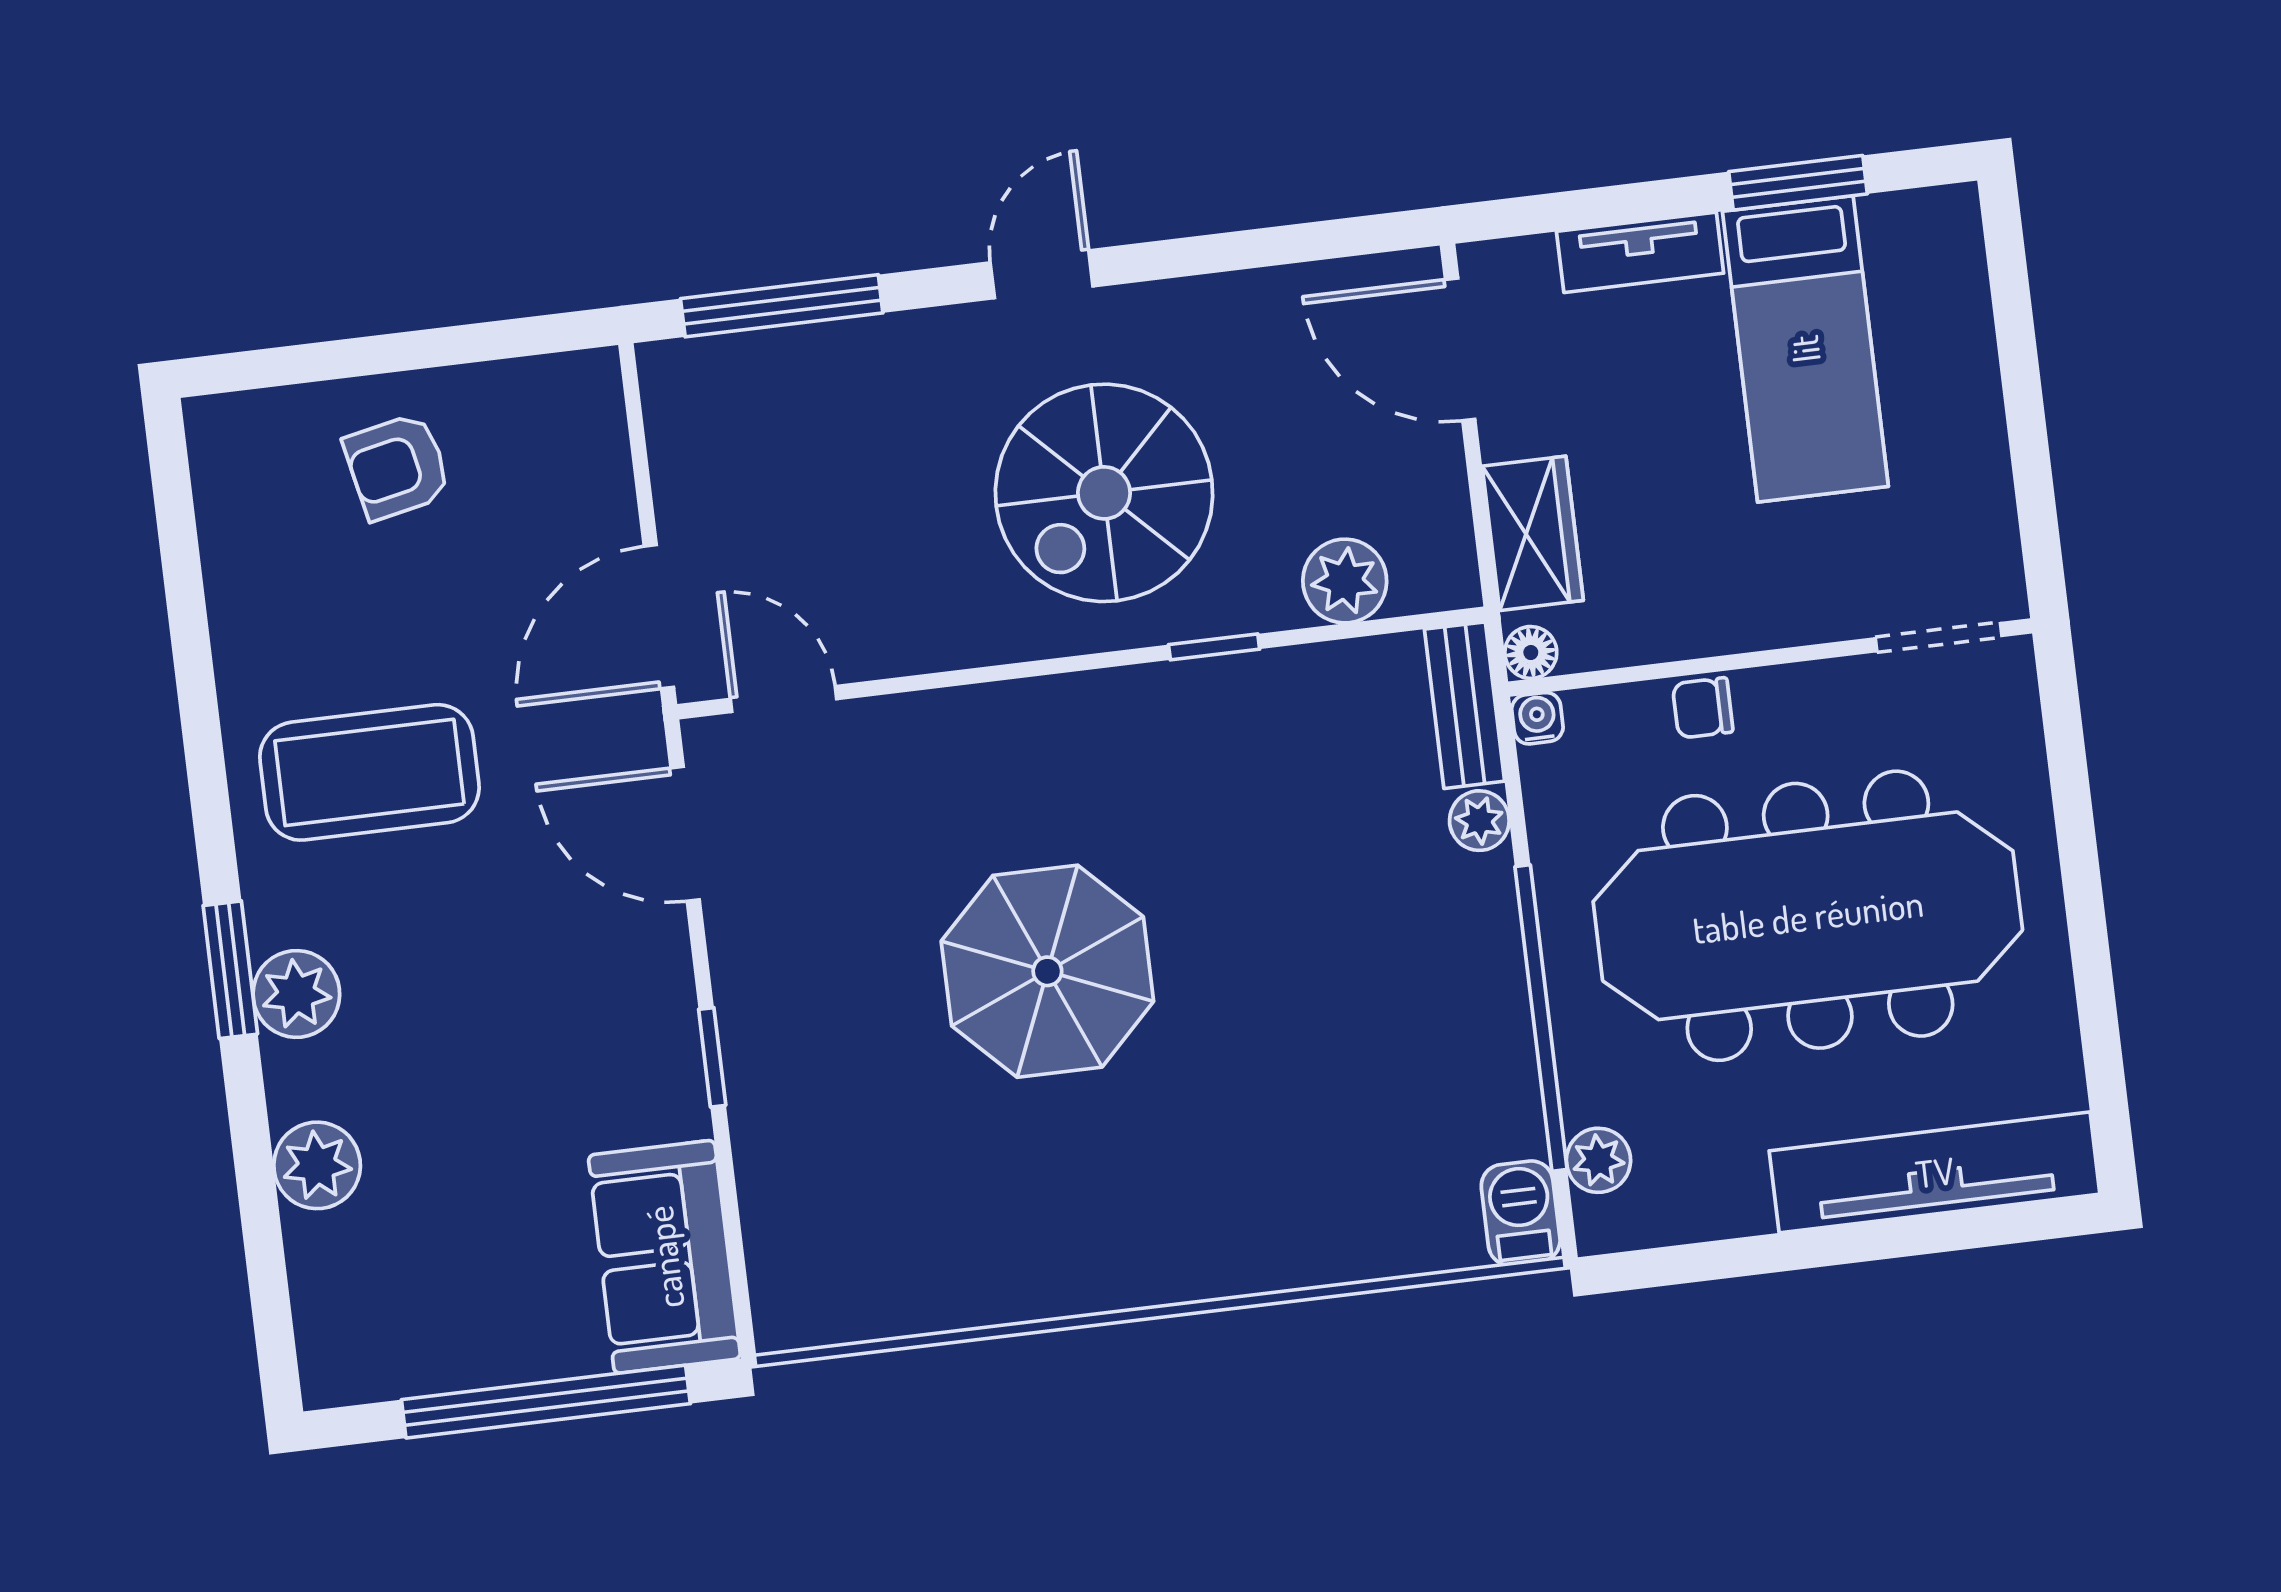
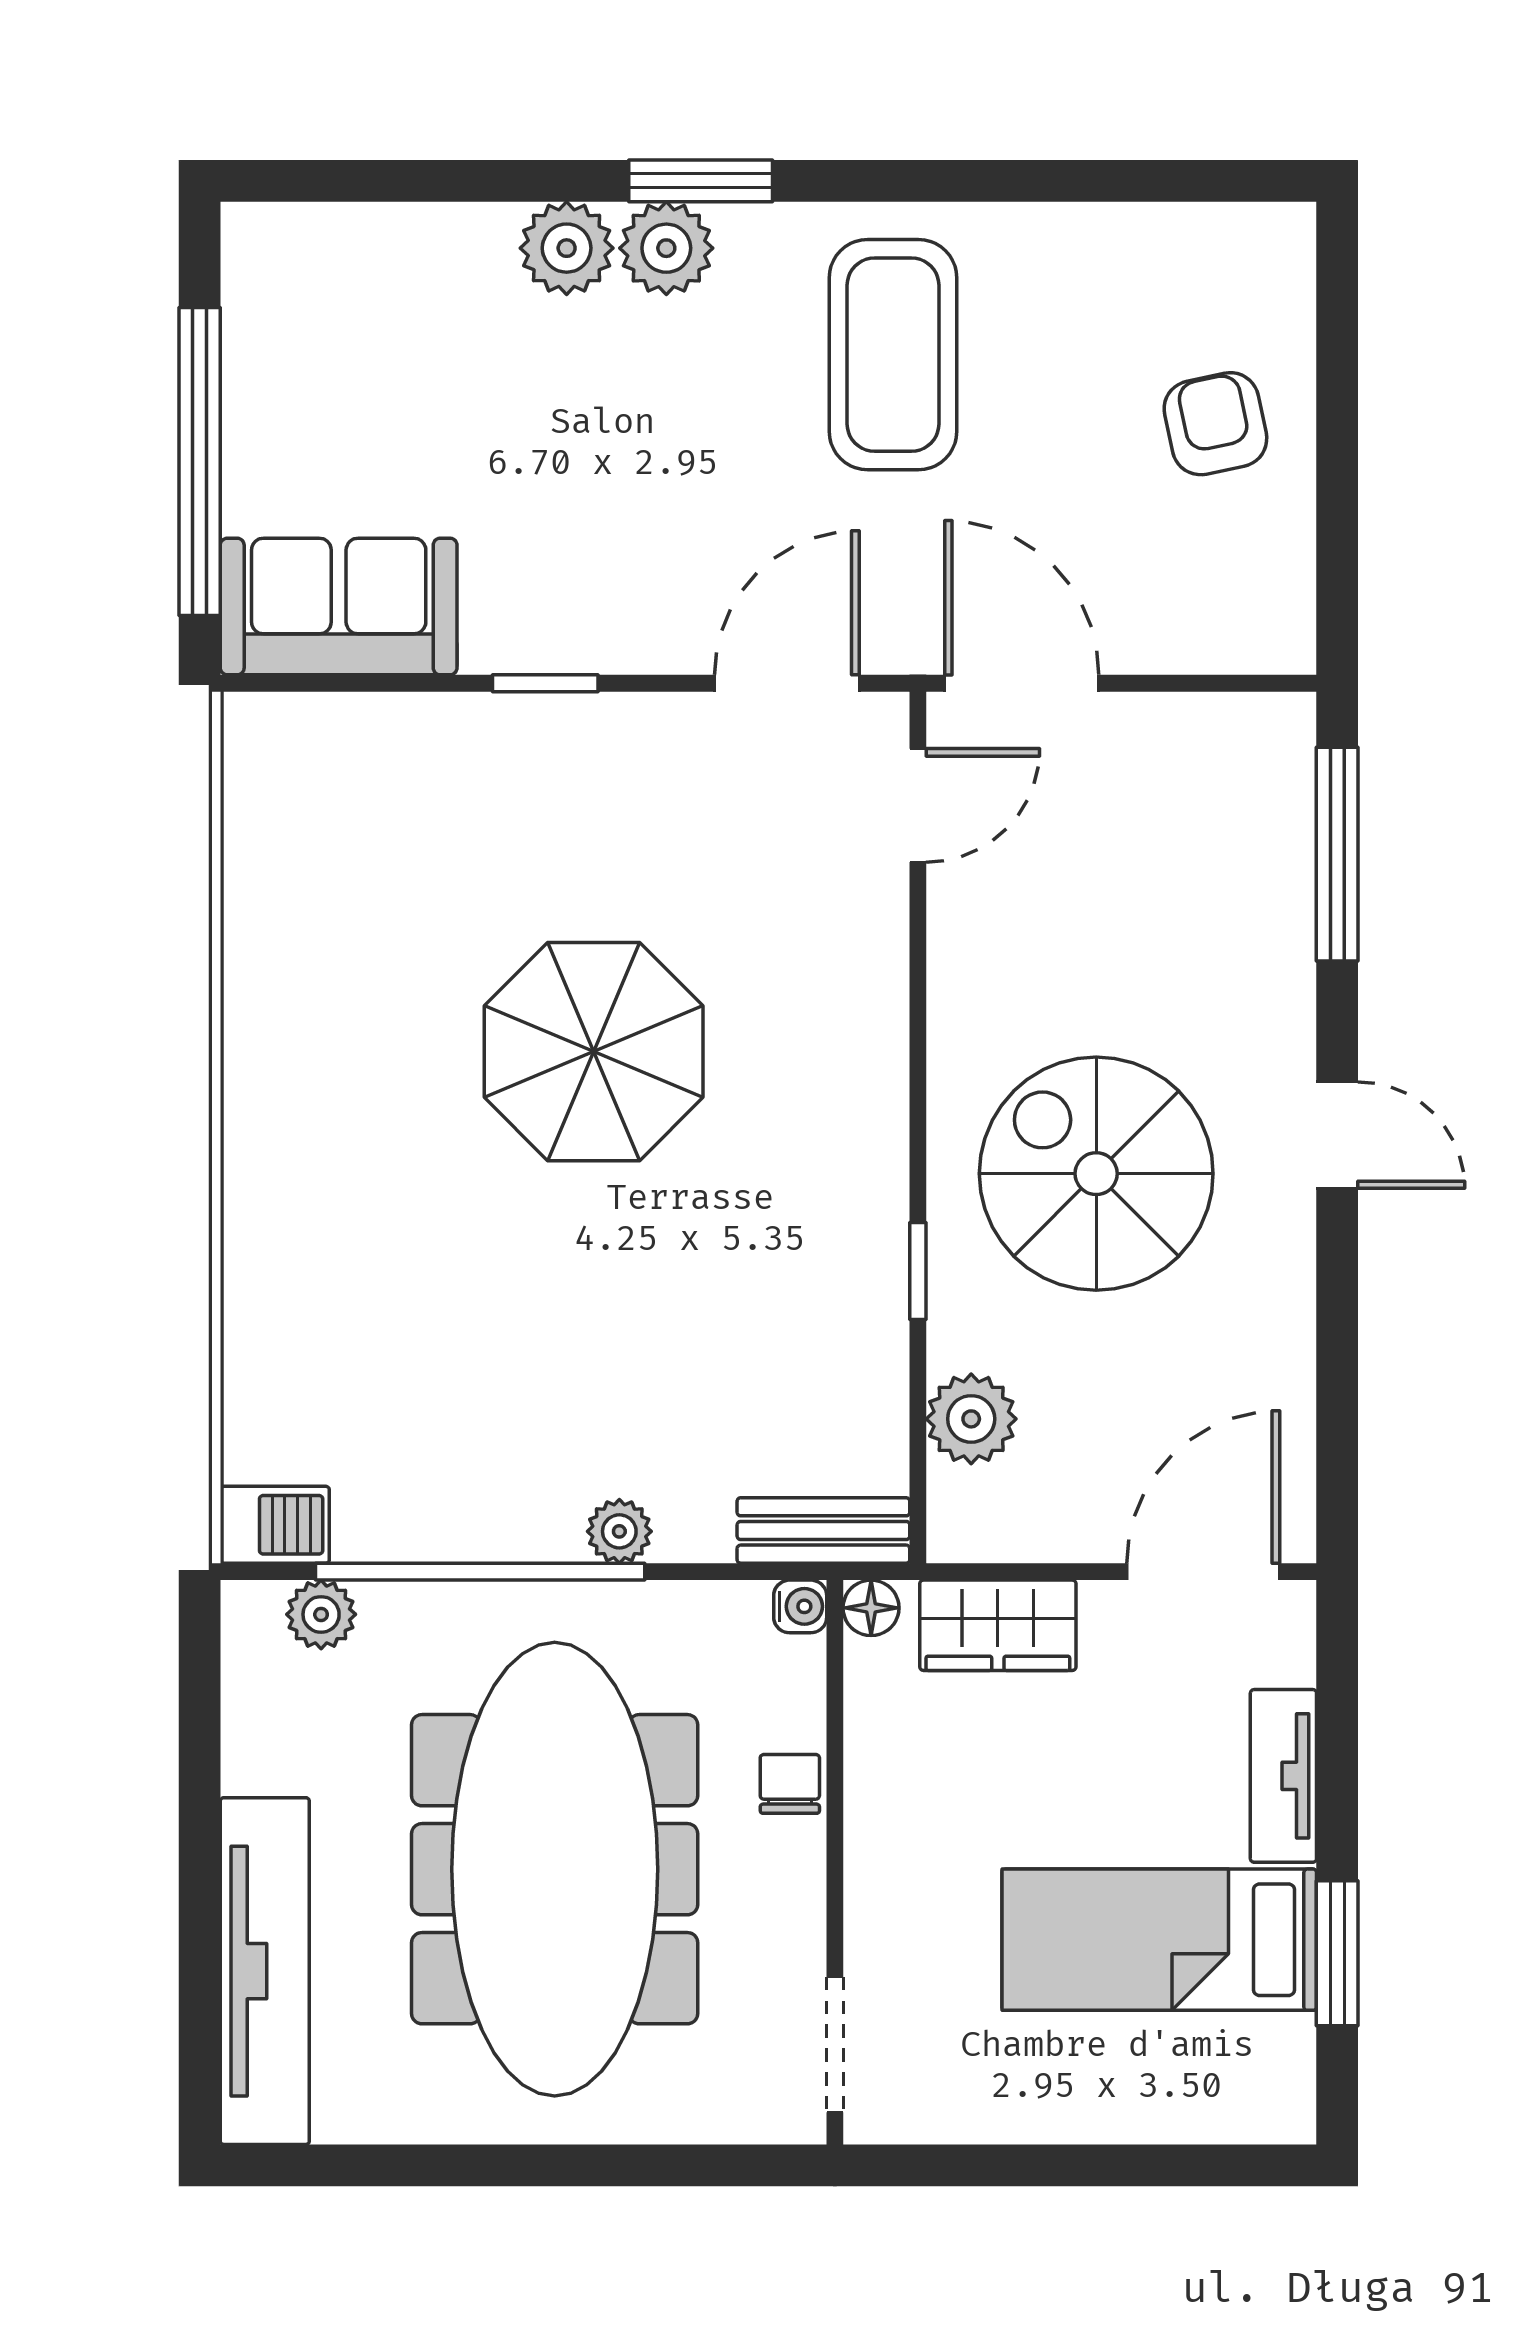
plant: (1479, 821) -> (619, 1531), moved
plant: (317, 1165) -> (567, 248), moved

